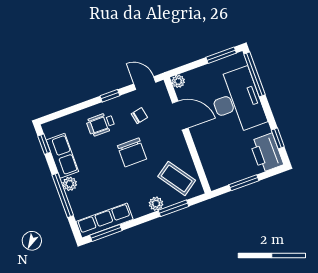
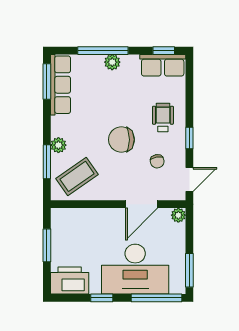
window: (278, 138) -> (102, 298), moved
row of seats: (62, 156) -> (163, 65), moved

